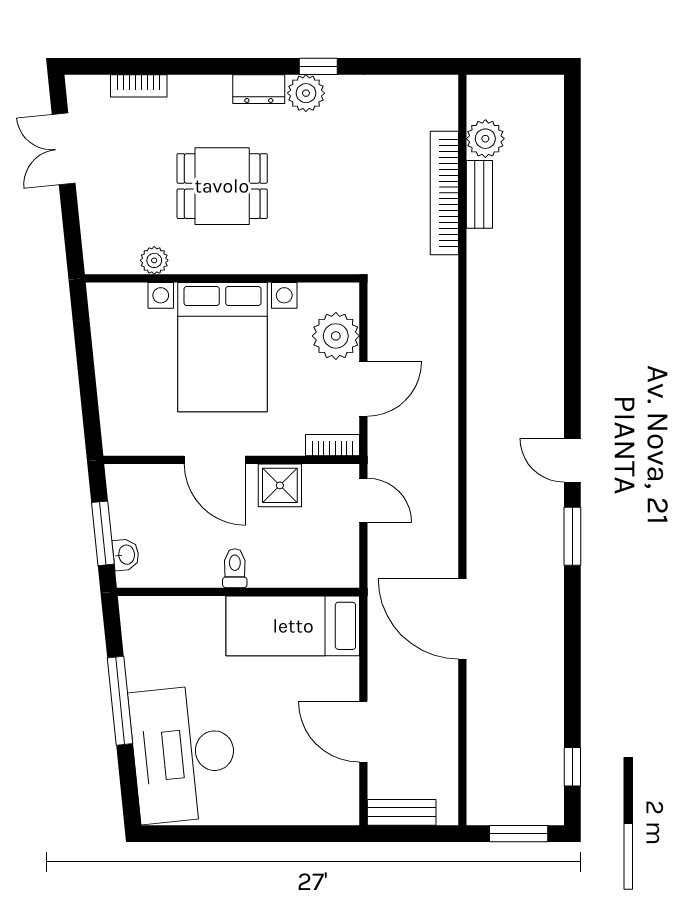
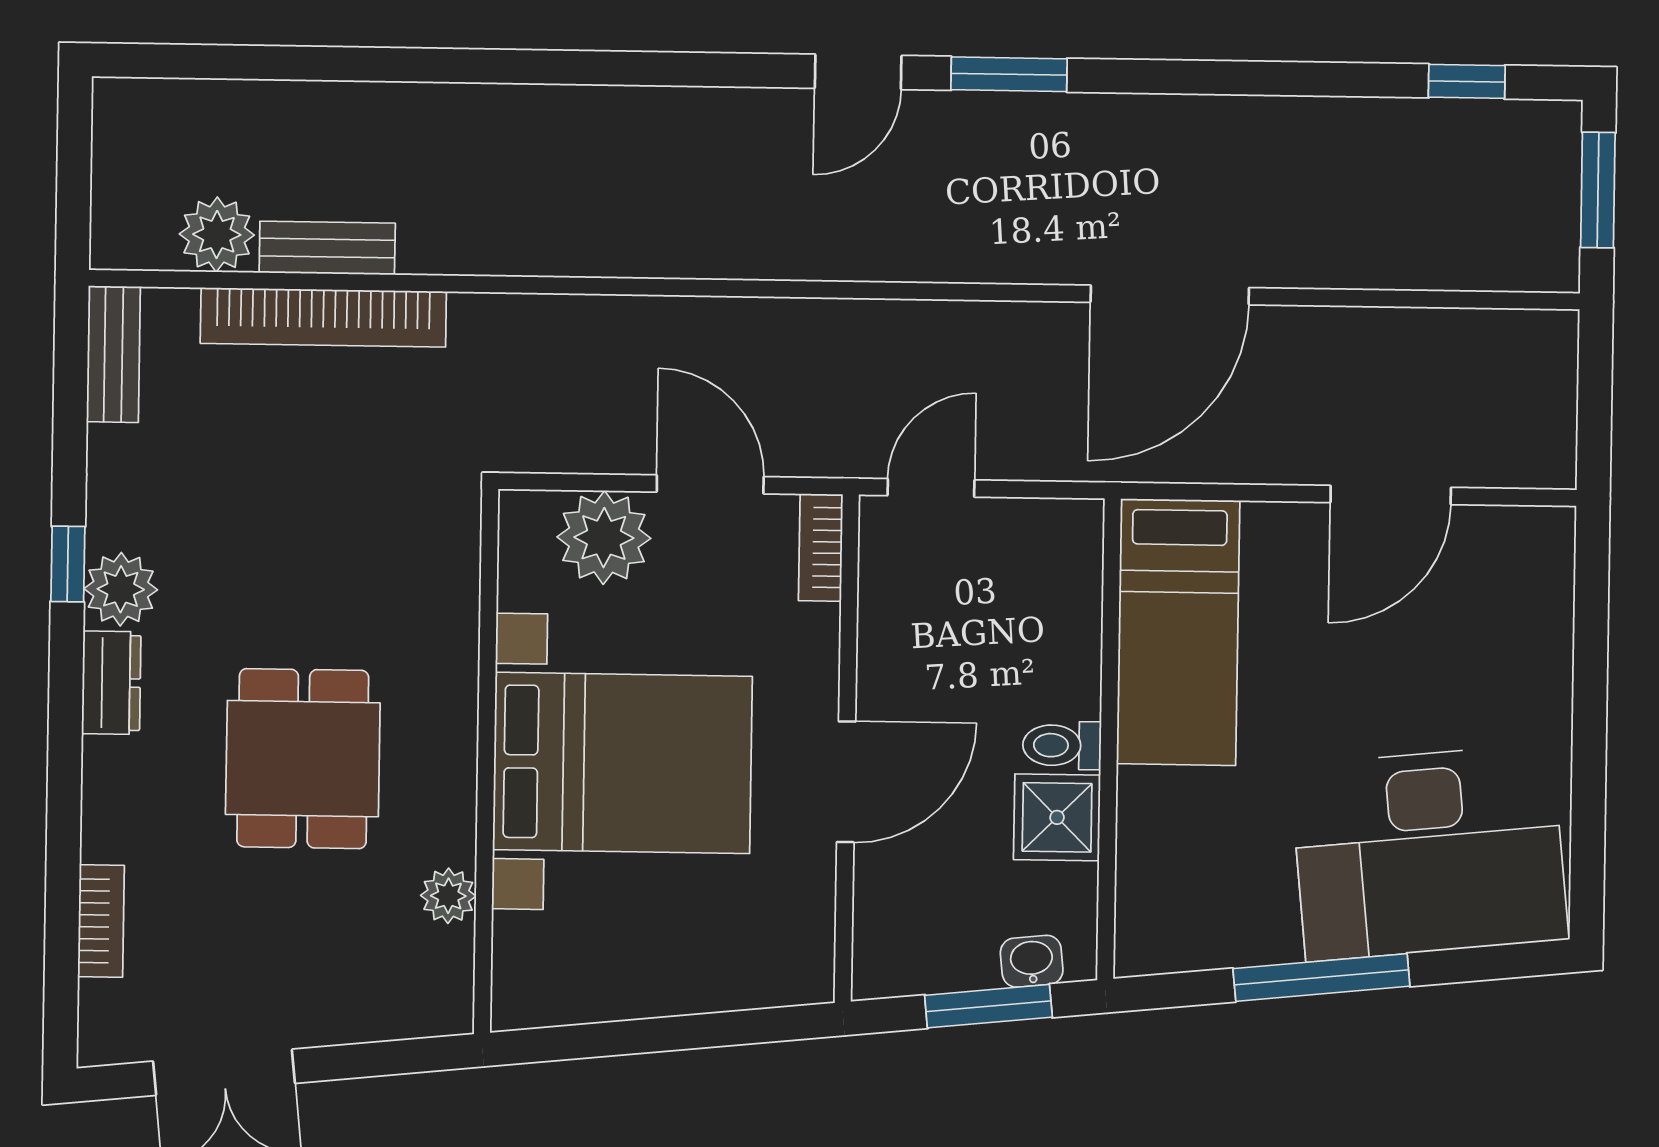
shower: (280, 485) -> (1057, 817), moved
bench: (402, 812) -> (113, 354), moved

